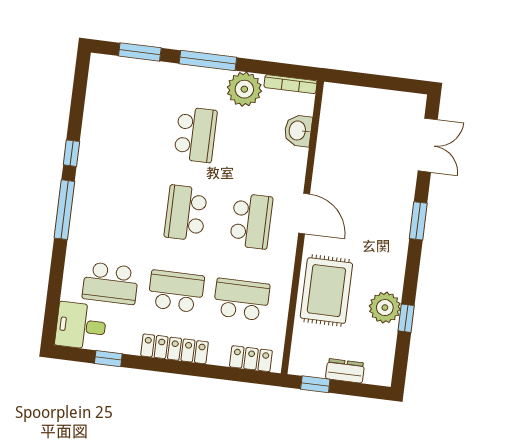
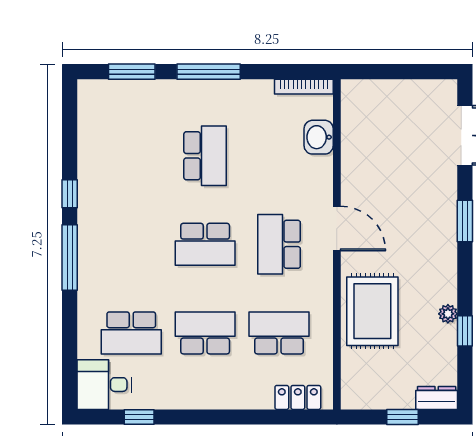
plant: (244, 89) -> (253, 99), removed
school desk: (186, 213) -> (205, 244), turned -90
school desk: (251, 221) -> (279, 244), turned 180
plant: (385, 308) -> (448, 314), width x0.53, depth x0.53
locker: (175, 349) -> (211, 397), removed
dresser: (345, 371) -> (437, 398), moved
window: (315, 384) -> (402, 417), moved

